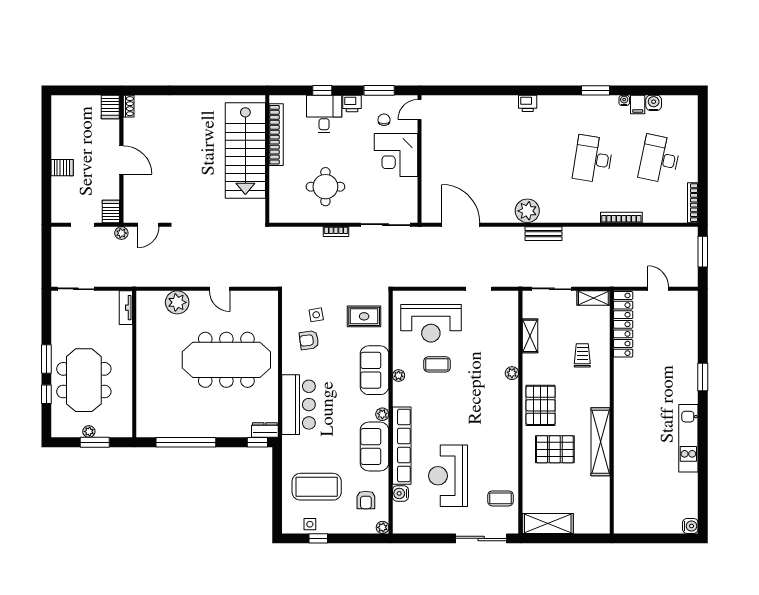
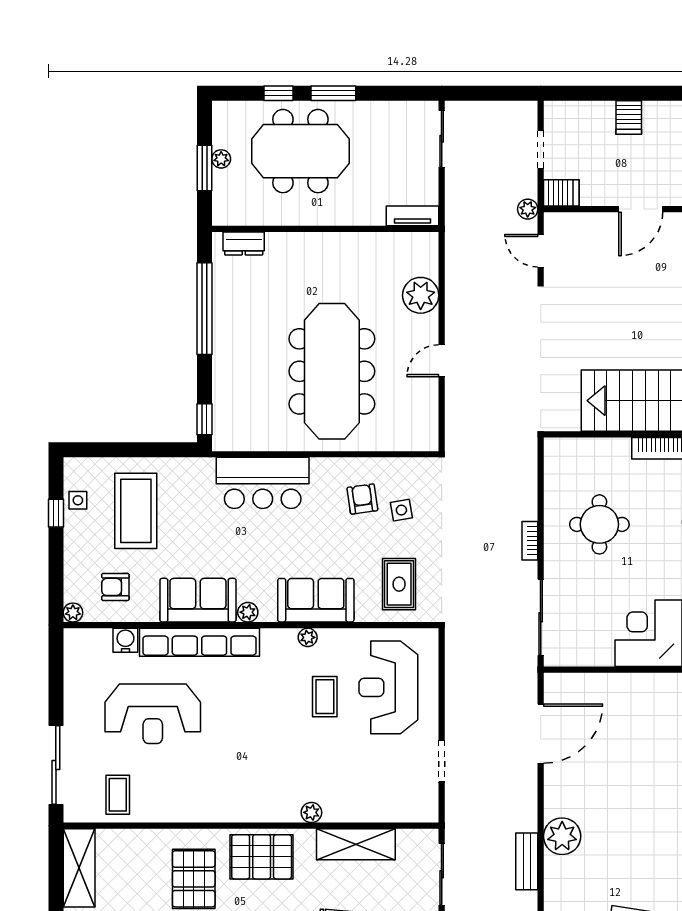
shelving: (530, 336) -> (356, 844), width x1.50, depth x1.33
dresser: (265, 430) -> (244, 243), moved, turned 90
reception desk: (448, 476) -> (153, 714), turned 180

